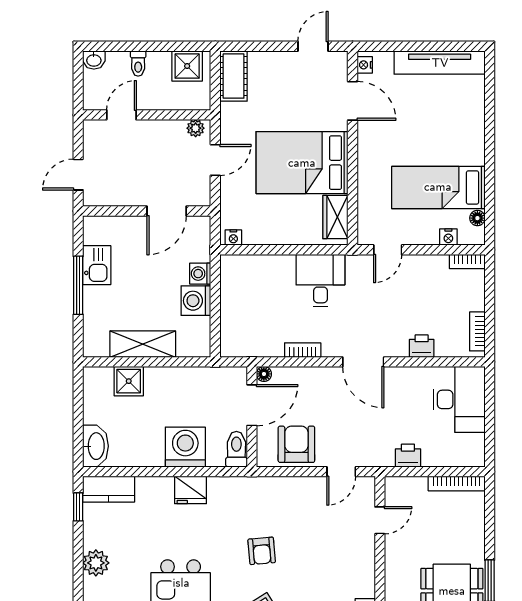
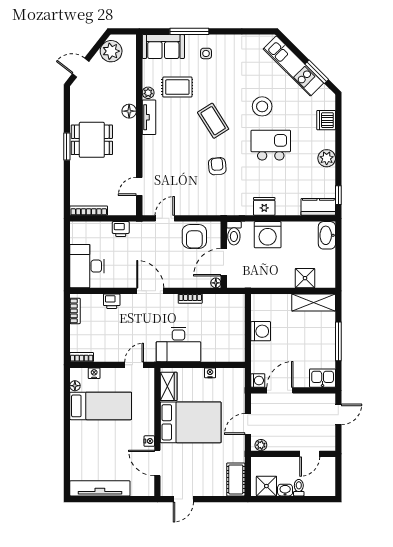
washbasin: (94, 60) -> (285, 490), moved
nightstand: (365, 65) -> (149, 441), moved
nightstand: (233, 238) -> (210, 373), moved
kitchen sink: (97, 265) -> (323, 378), moved, turned 90
washing machine: (200, 274) -> (258, 380), moved
desk: (320, 281) -> (178, 344), width x1.37
shelving: (143, 344) -> (314, 303), moved

